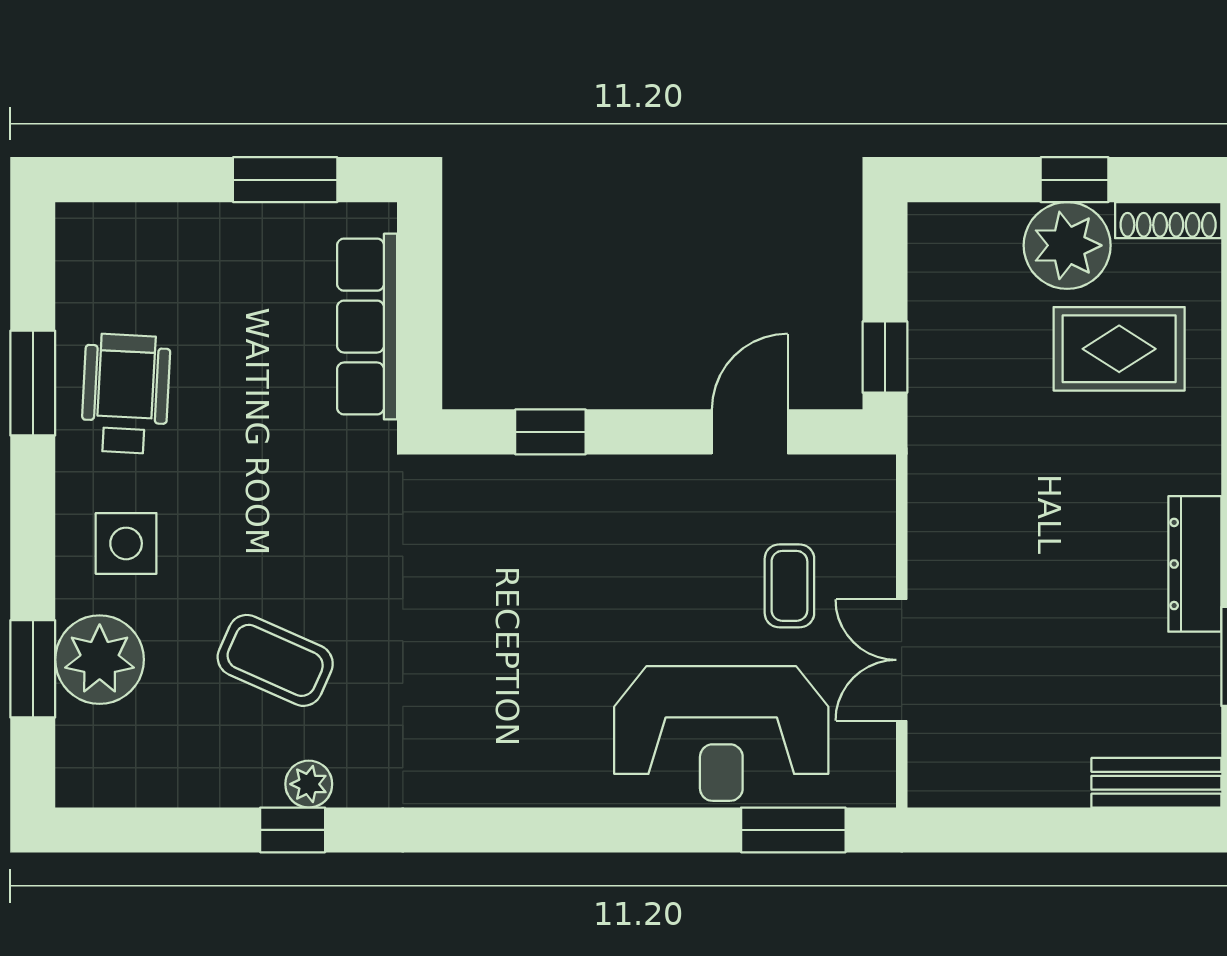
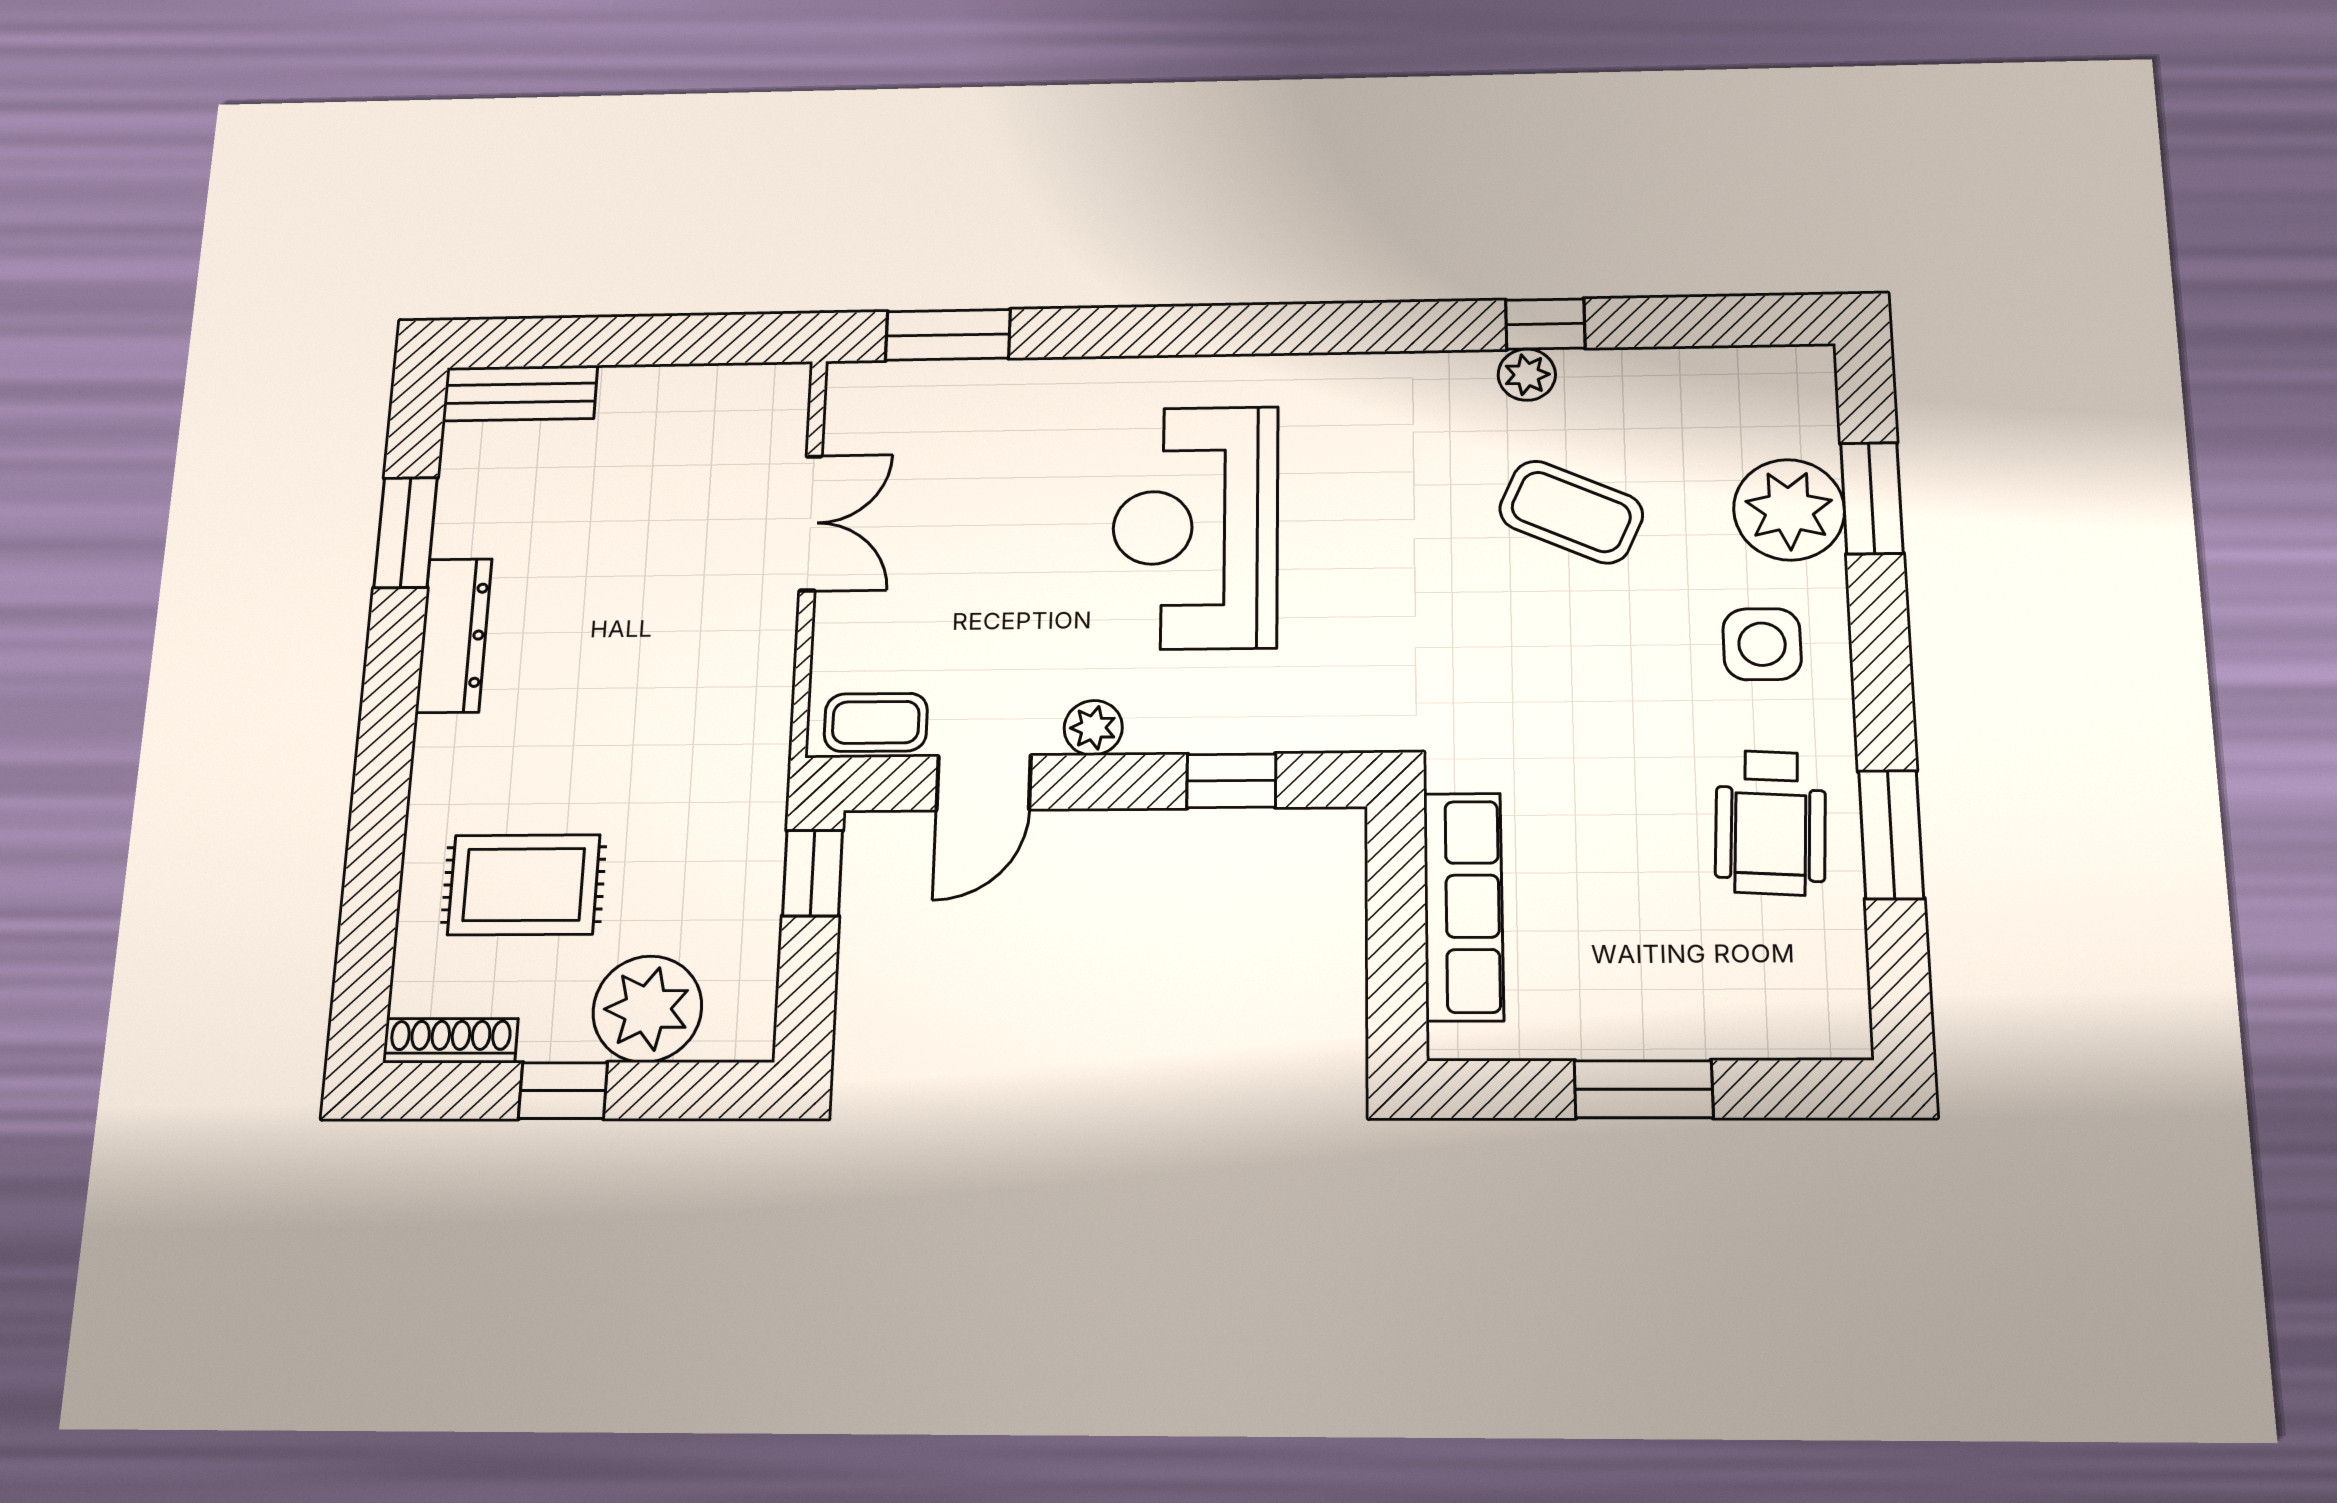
window: (285, 180) -> (1644, 1089), moved
plant: (1067, 245) -> (647, 1009), moved
plant: (662, 478) -> (1093, 728), added
coffee table: (789, 586) -> (876, 722), moved, turned 90
reception desk: (721, 734) -> (1195, 527), moved, turned -90

